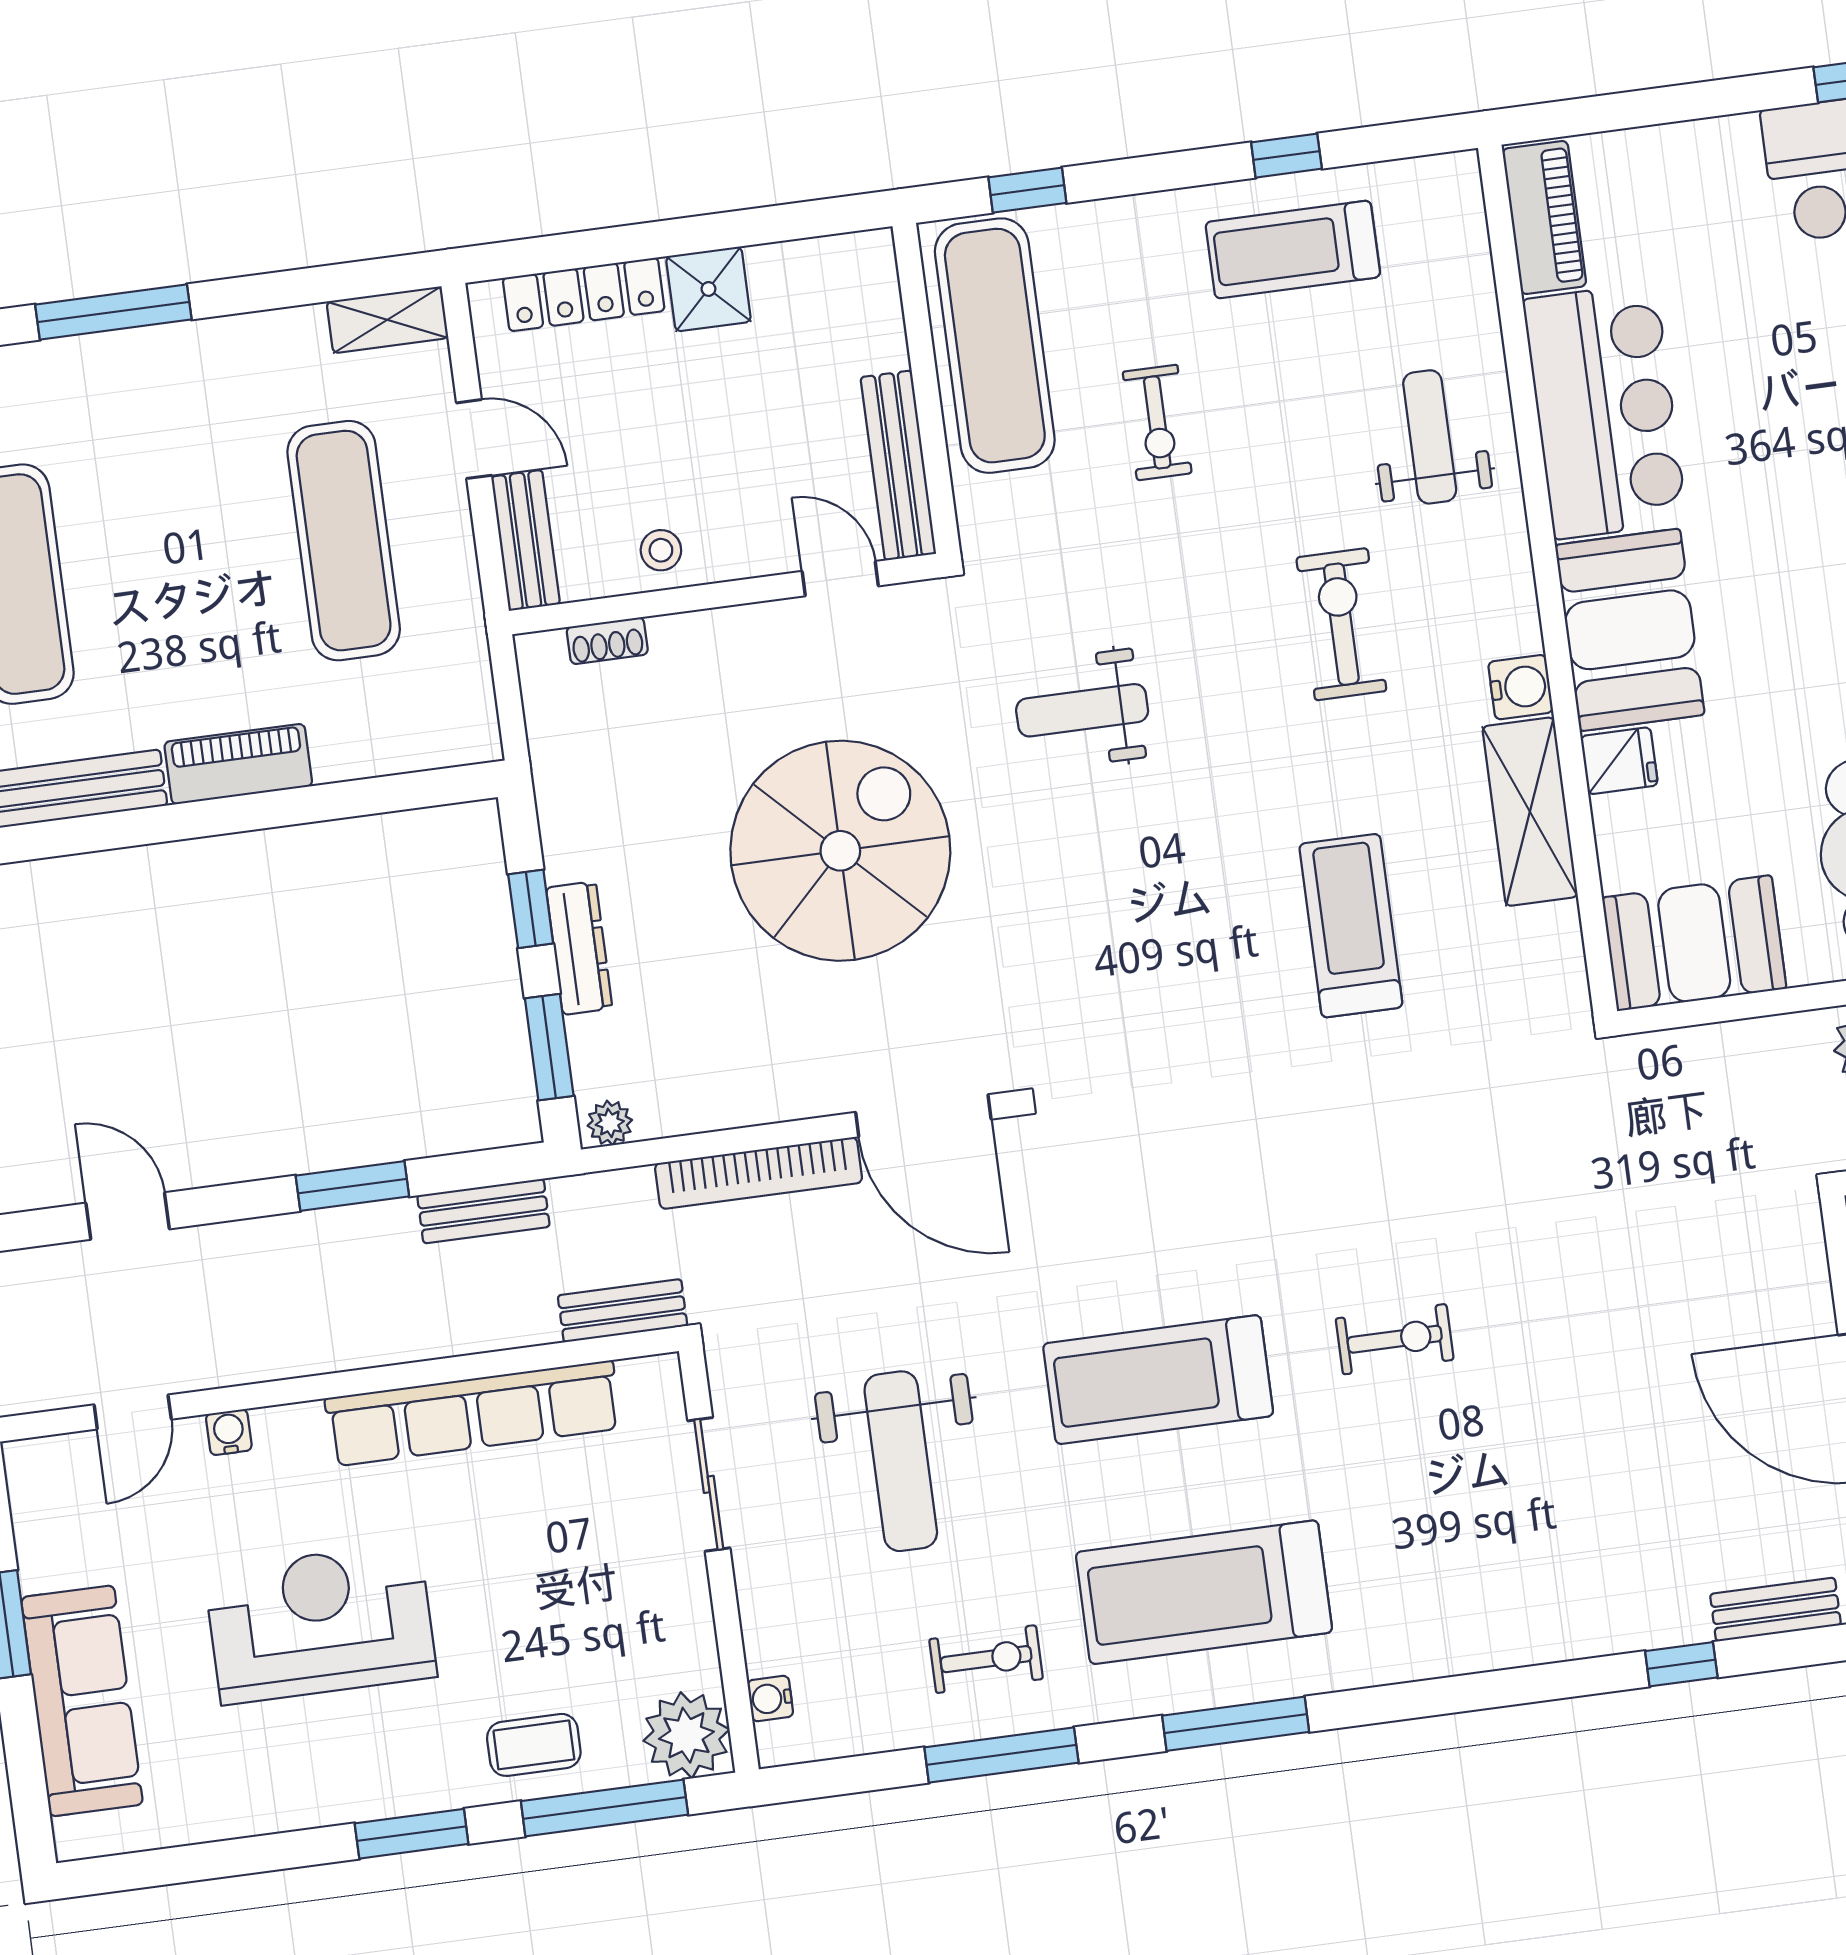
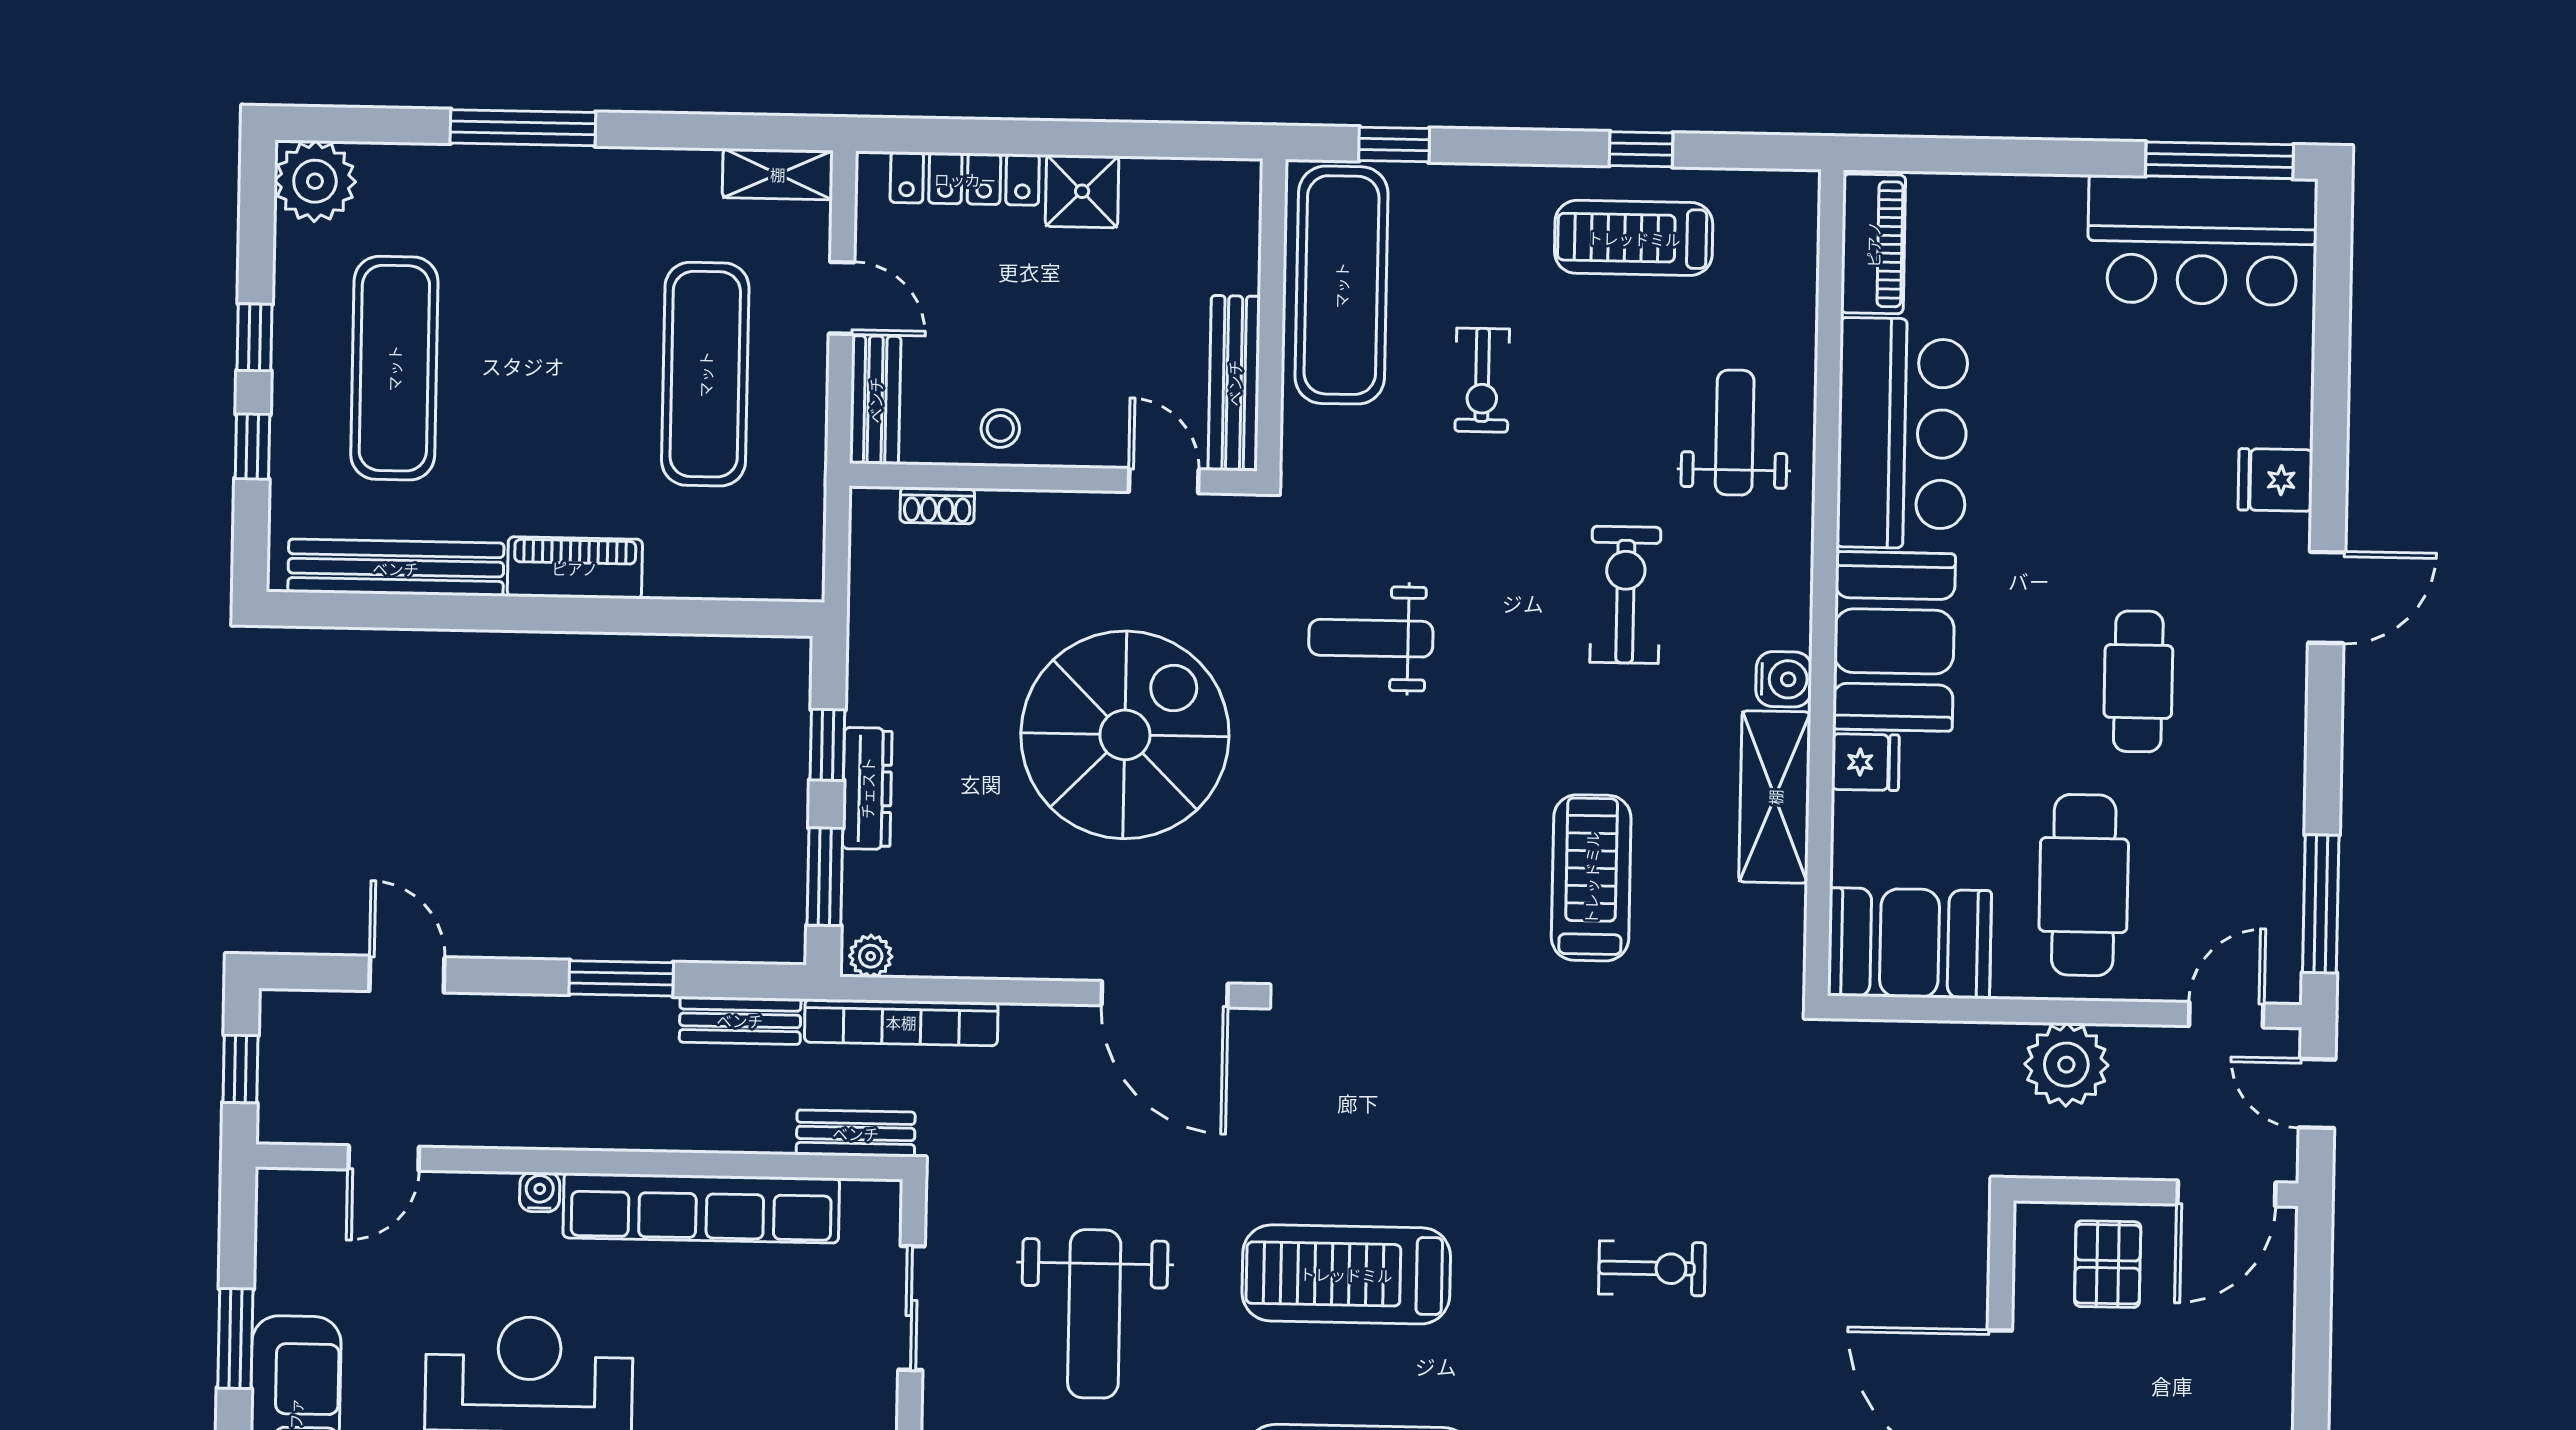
bookcase: (759, 1173) -> (901, 1022), moved
exercise bike: (1395, 1339) -> (1652, 1268), moved
water cooler: (229, 1432) -> (540, 1192), moved

